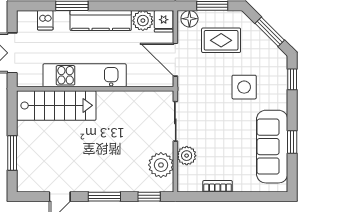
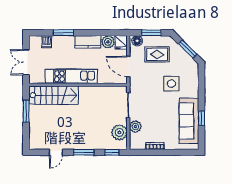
kitchen counter: (101, 21) -> (88, 42), width x0.67
window: (292, 79) -> (202, 79), removed
window: (12, 153) -> (26, 111), moved

